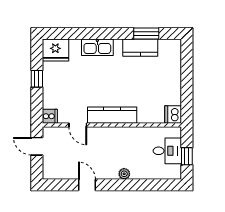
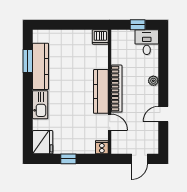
kitchen counter: (140, 48) -> (41, 66), width x1.50
door: (78, 125) -> (110, 122), hinge flipped
bookcase: (115, 133) -> (116, 89), added
door: (37, 146) -> (139, 159), moved
desk: (167, 151) -> (147, 42), moved

